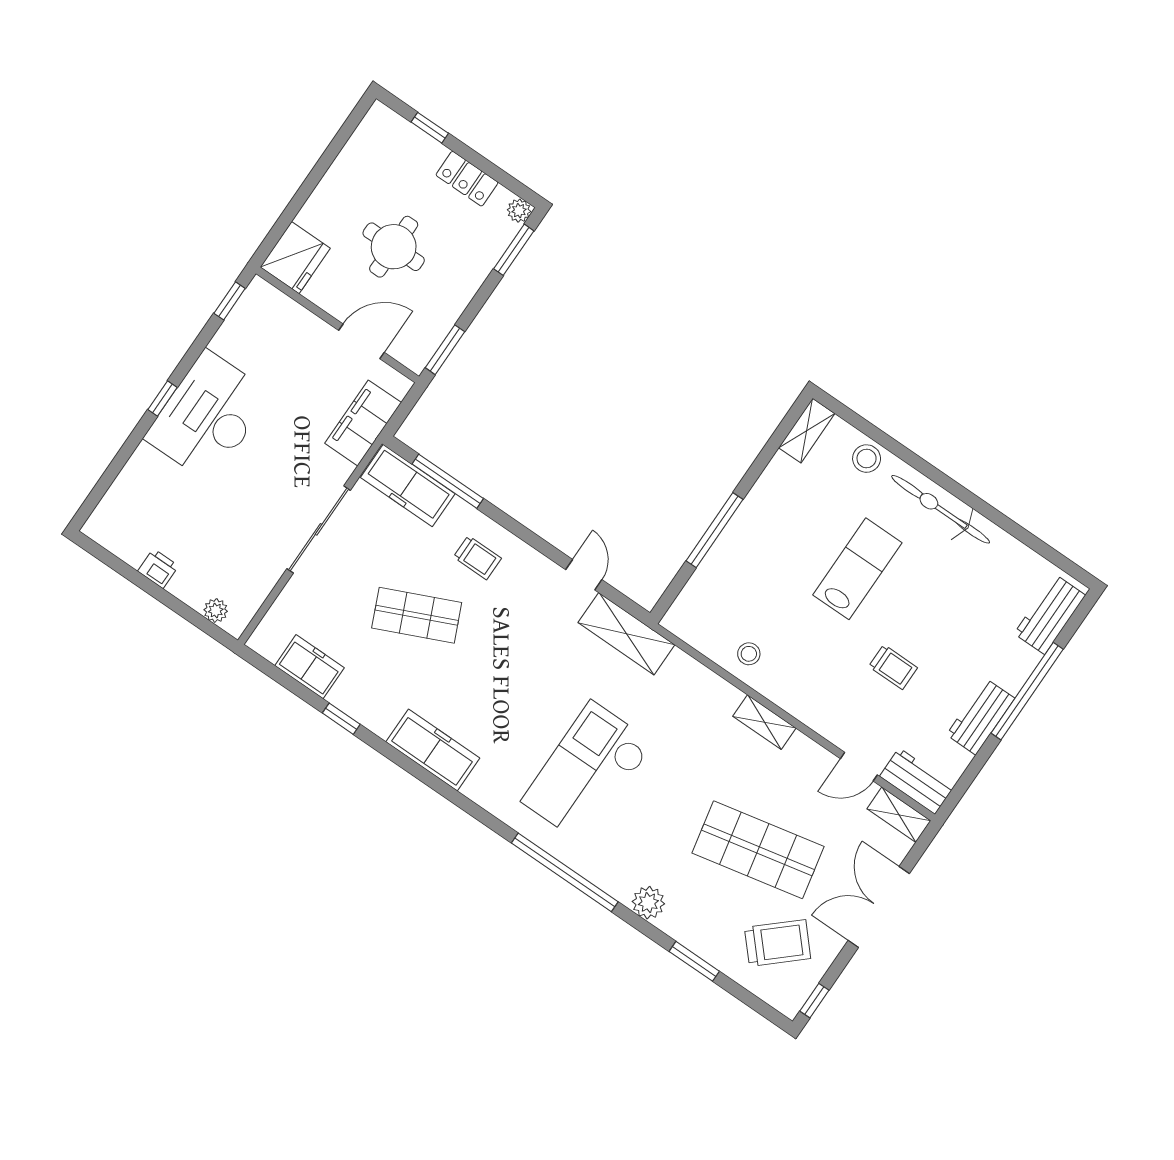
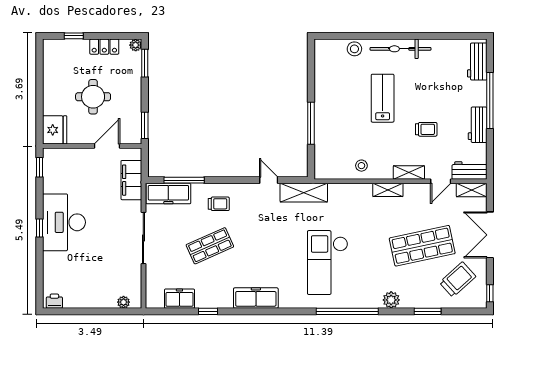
shelving: (807, 431) -> (409, 173), moved, turned 90
printer: (158, 568) -> (54, 301), moved

